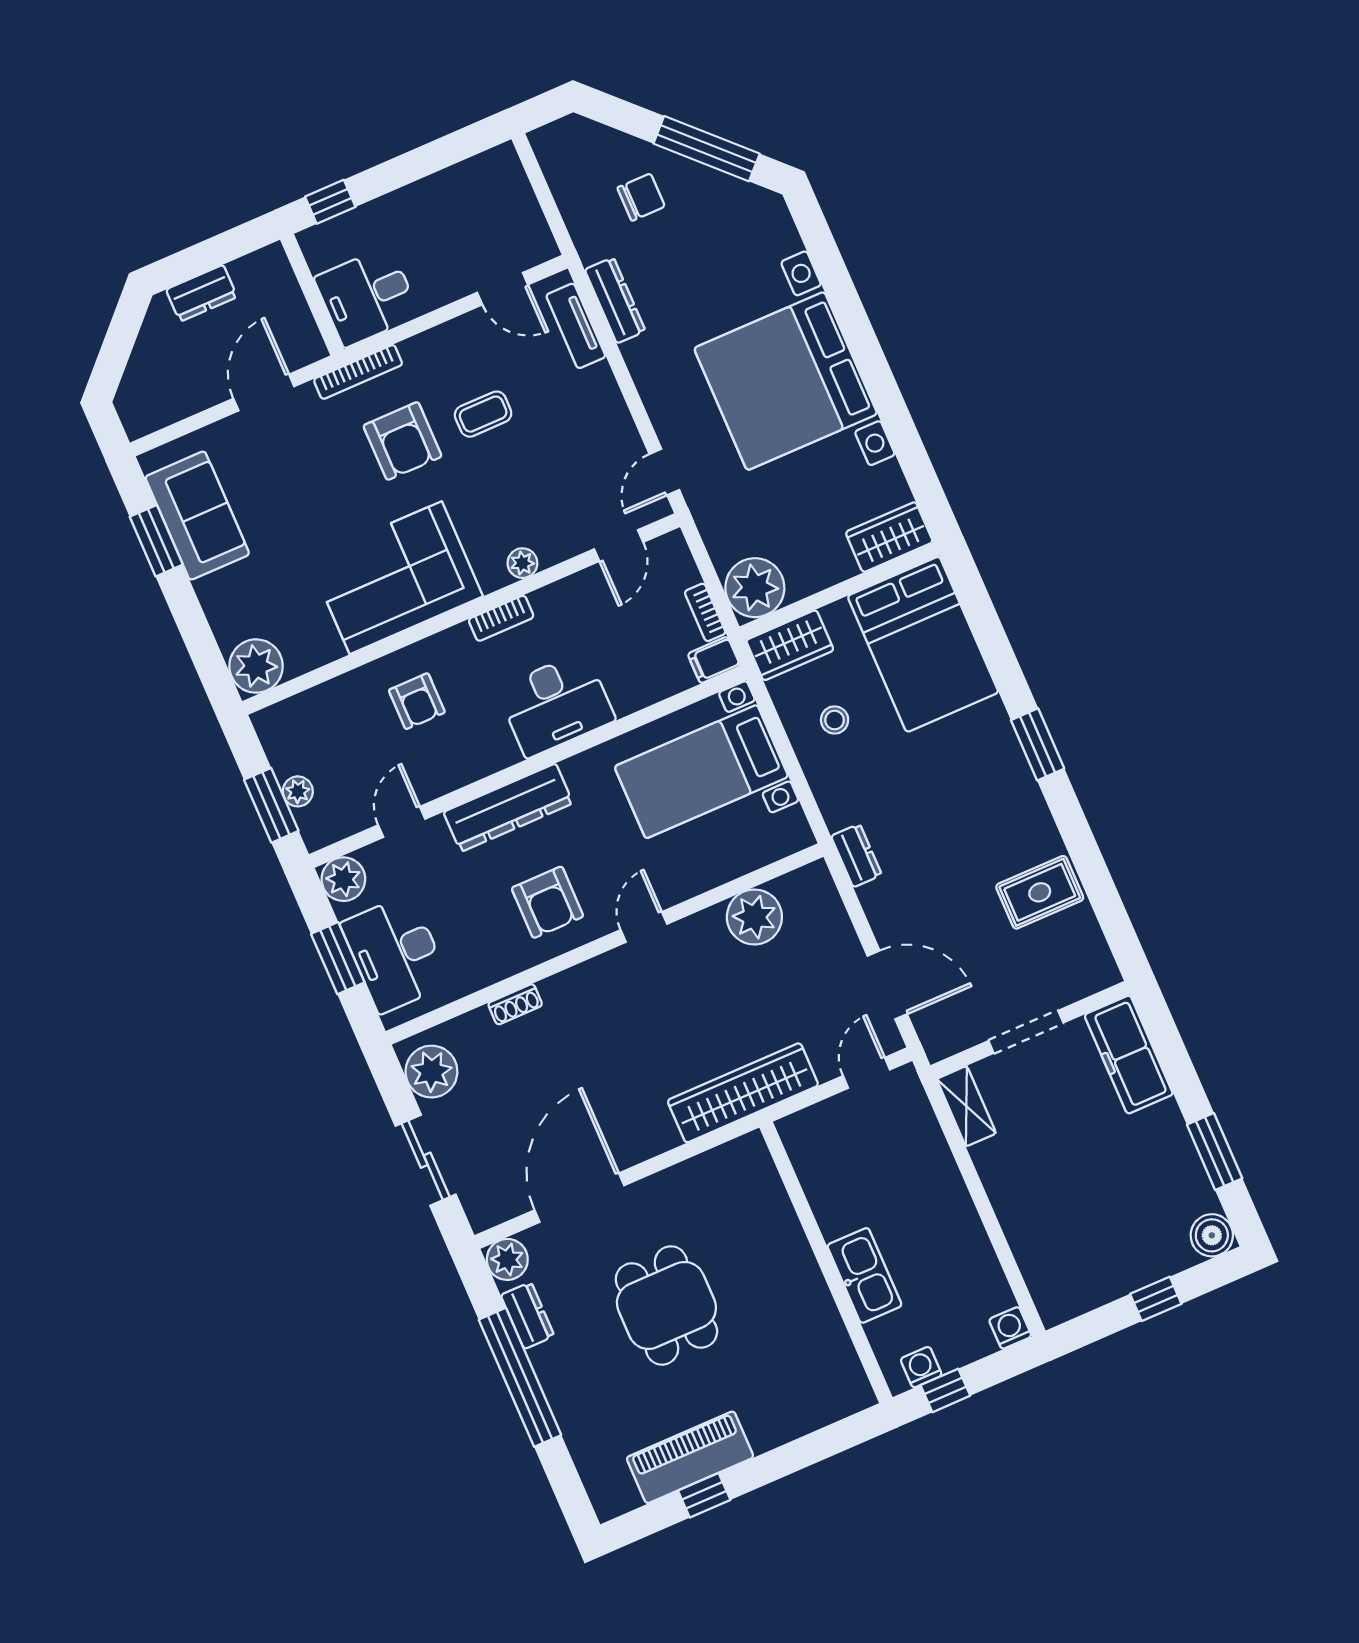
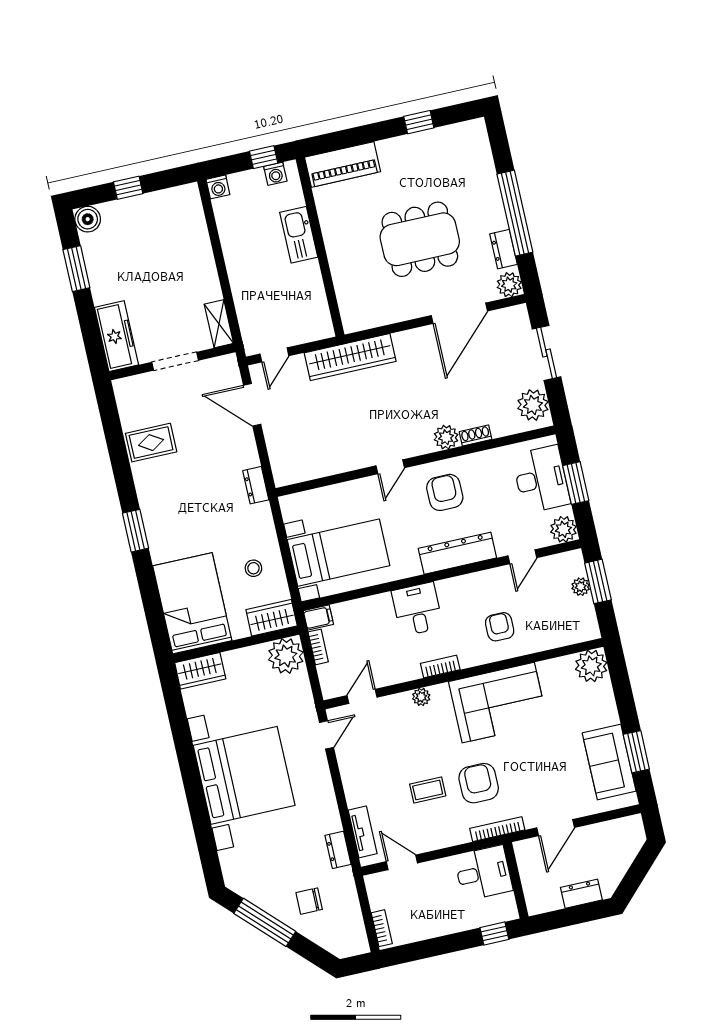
bookcase: (515, 176) -> (382, 928), added
dresser: (615, 300) -> (338, 850), width x0.70
desk: (556, 704) -> (417, 609), width x0.73
plant: (754, 917) -> (446, 437), moved, width x0.73, depth x0.73
dining table: (666, 1305) -> (420, 239), width x1.38
piano: (690, 1457) -> (343, 164), moved

